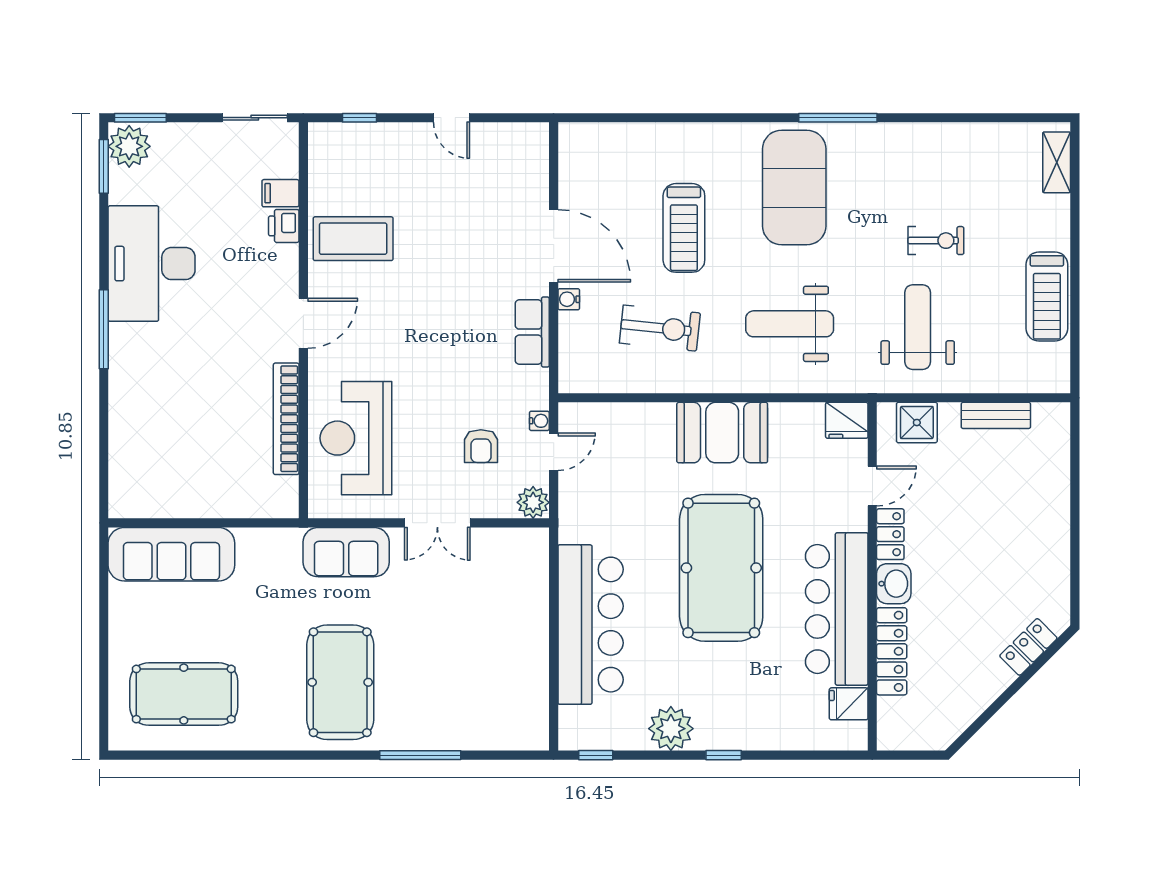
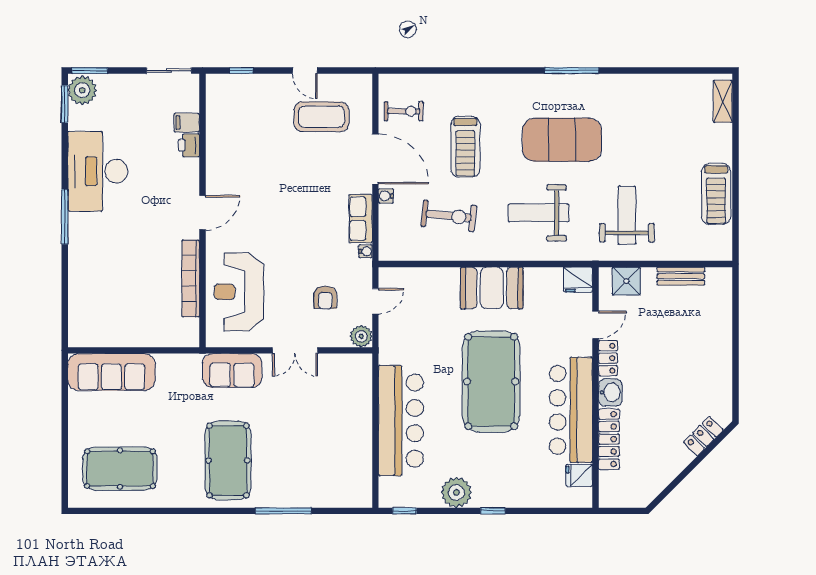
exercise mat: (794, 188) -> (562, 140), moved, turned 90
coffee table: (353, 239) -> (321, 117), moved
exercise bike: (936, 241) -> (404, 111), moved
water cooler: (539, 421) -> (366, 251), moved

